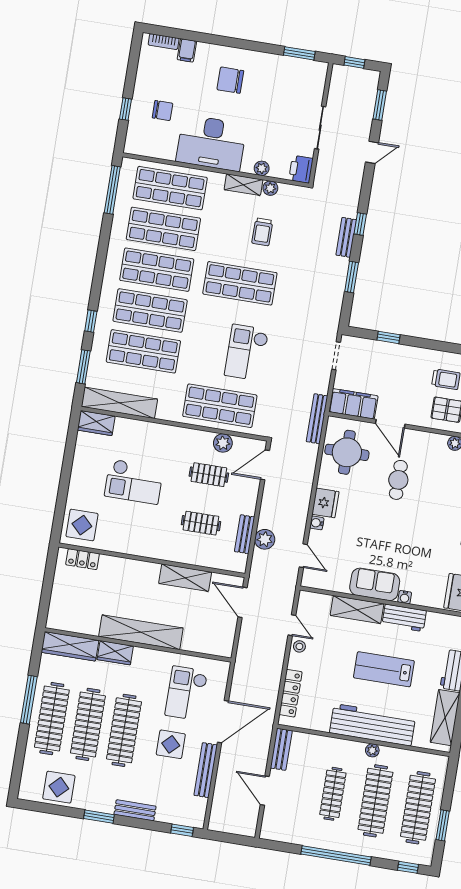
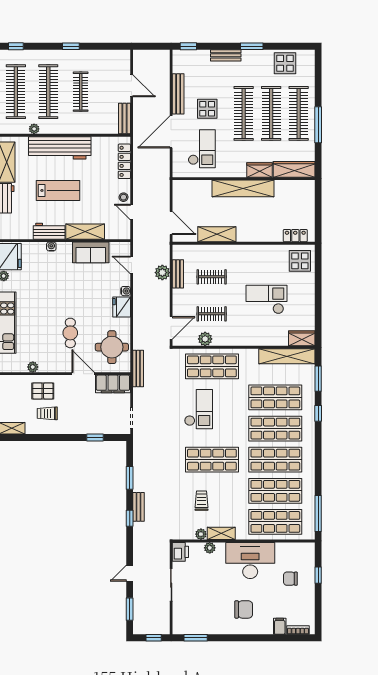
sofa: (375, 584) -> (91, 252), moved
plant: (372, 750) -> (34, 129), moved
window: (336, 856) -> (71, 46), width x0.32

